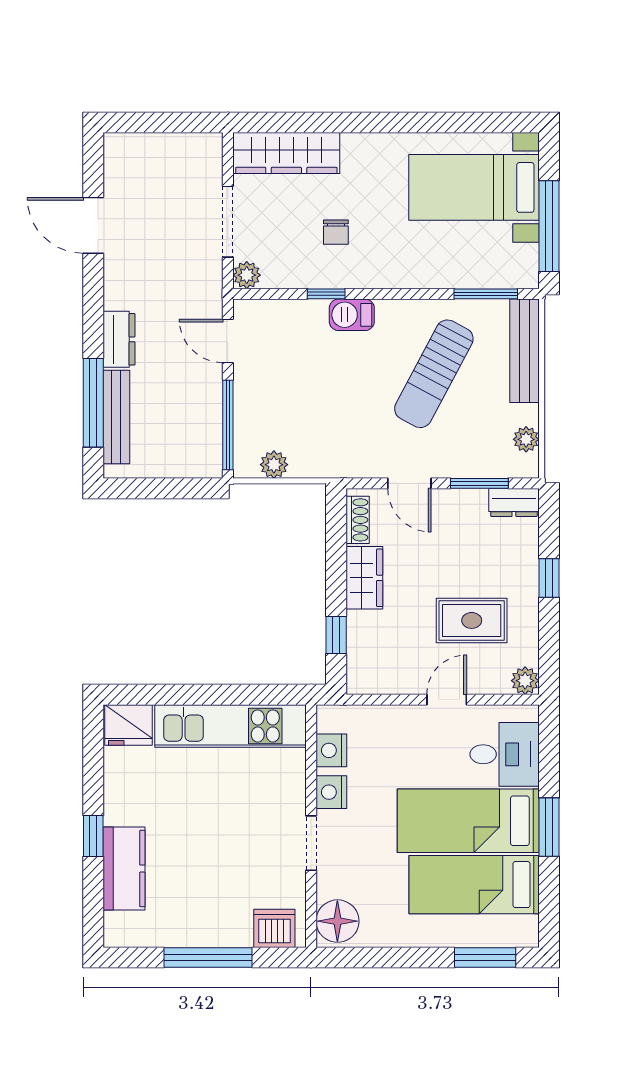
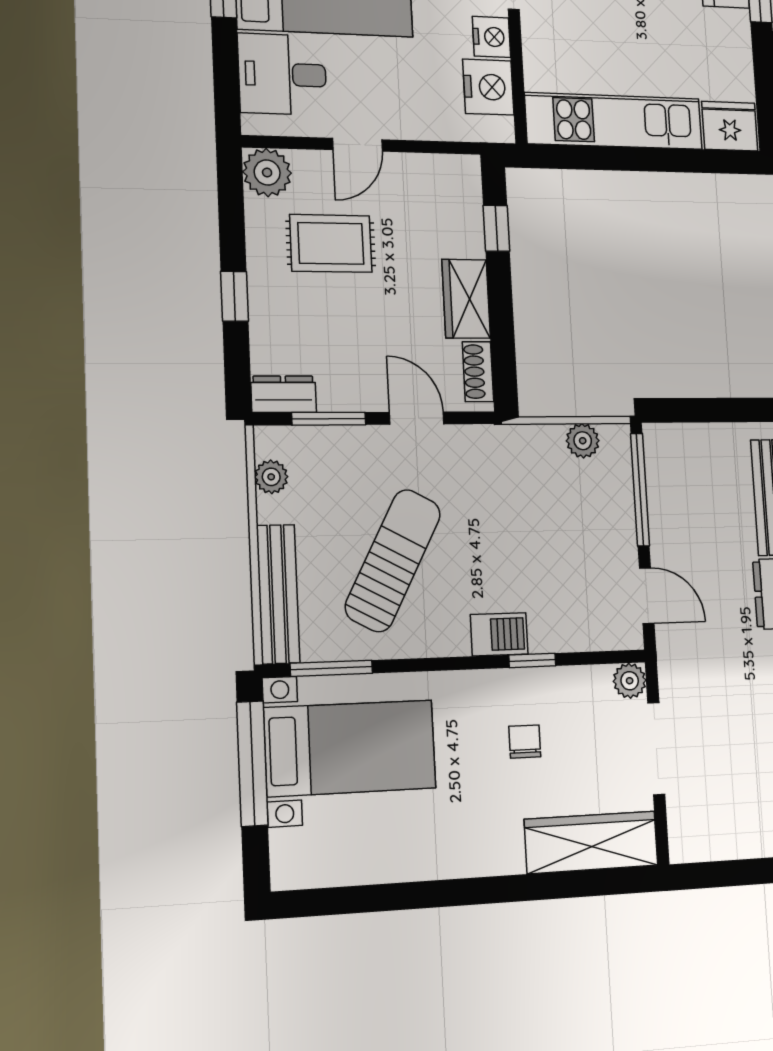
bed with nightstands: (474, 187) -> (350, 748), moved
plant: (525, 681) -> (267, 173), width x1.38, depth x1.38
nightstand: (331, 750) -> (488, 87), width x1.36, depth x1.33

